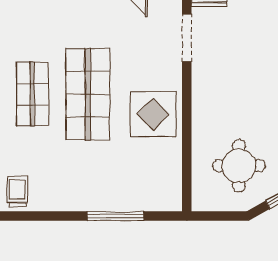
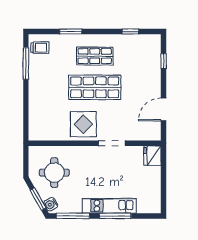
doorway: (187, 38) -> (112, 143), moved
window: (116, 216) -> (26, 64), moved

